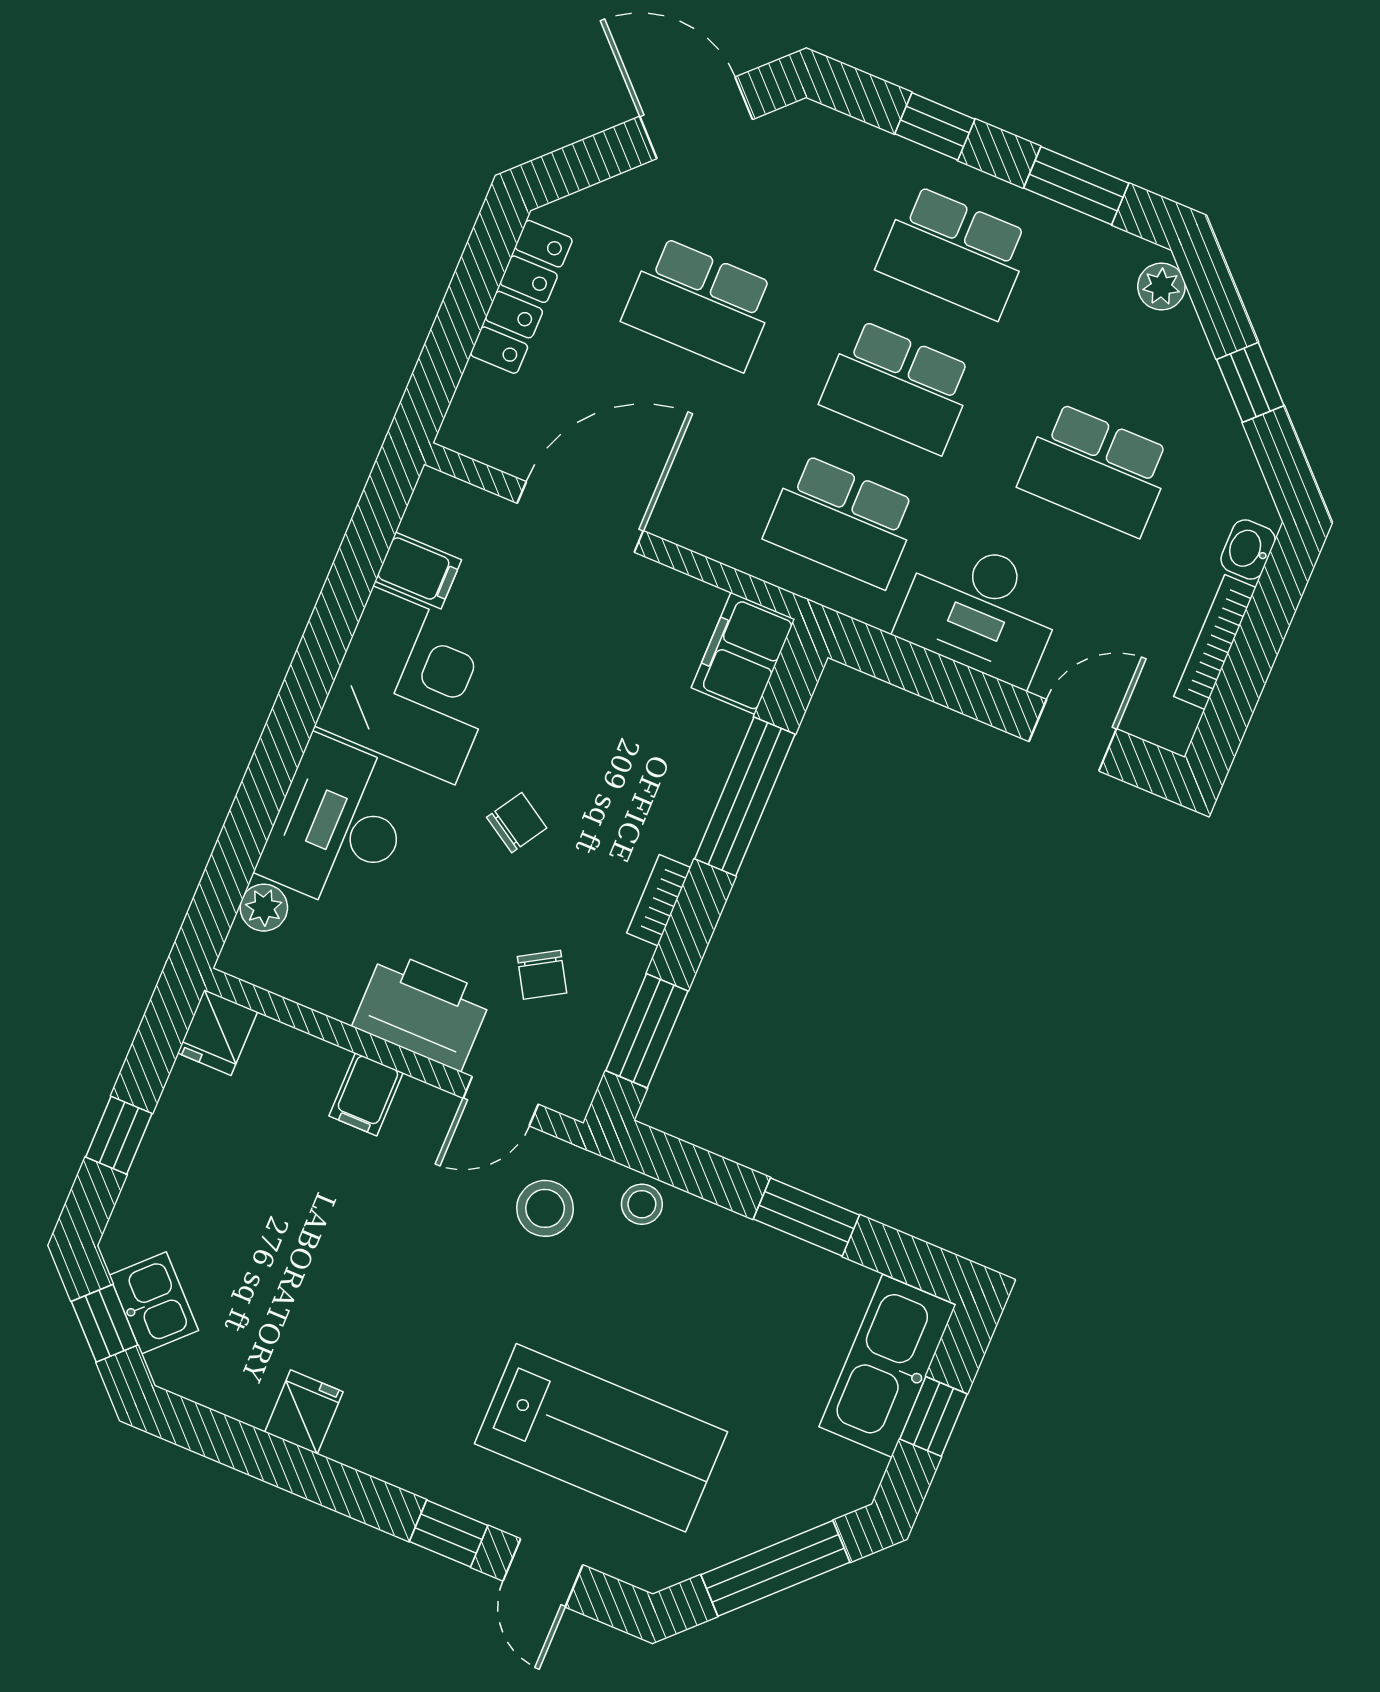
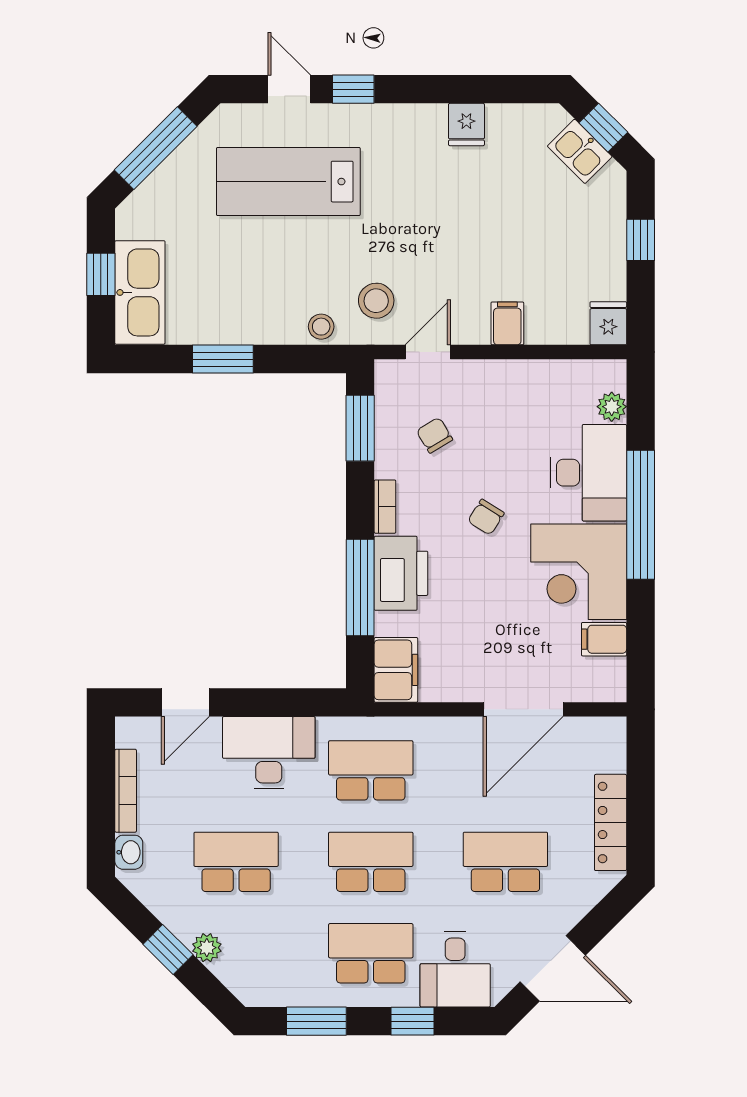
desk: (840, 176) -> (455, 970), added
plant: (1161, 287) -> (207, 948), moved
window: (288, 731) -> (641, 515), added
printer: (422, 1010) -> (401, 573), moved, turned -90

